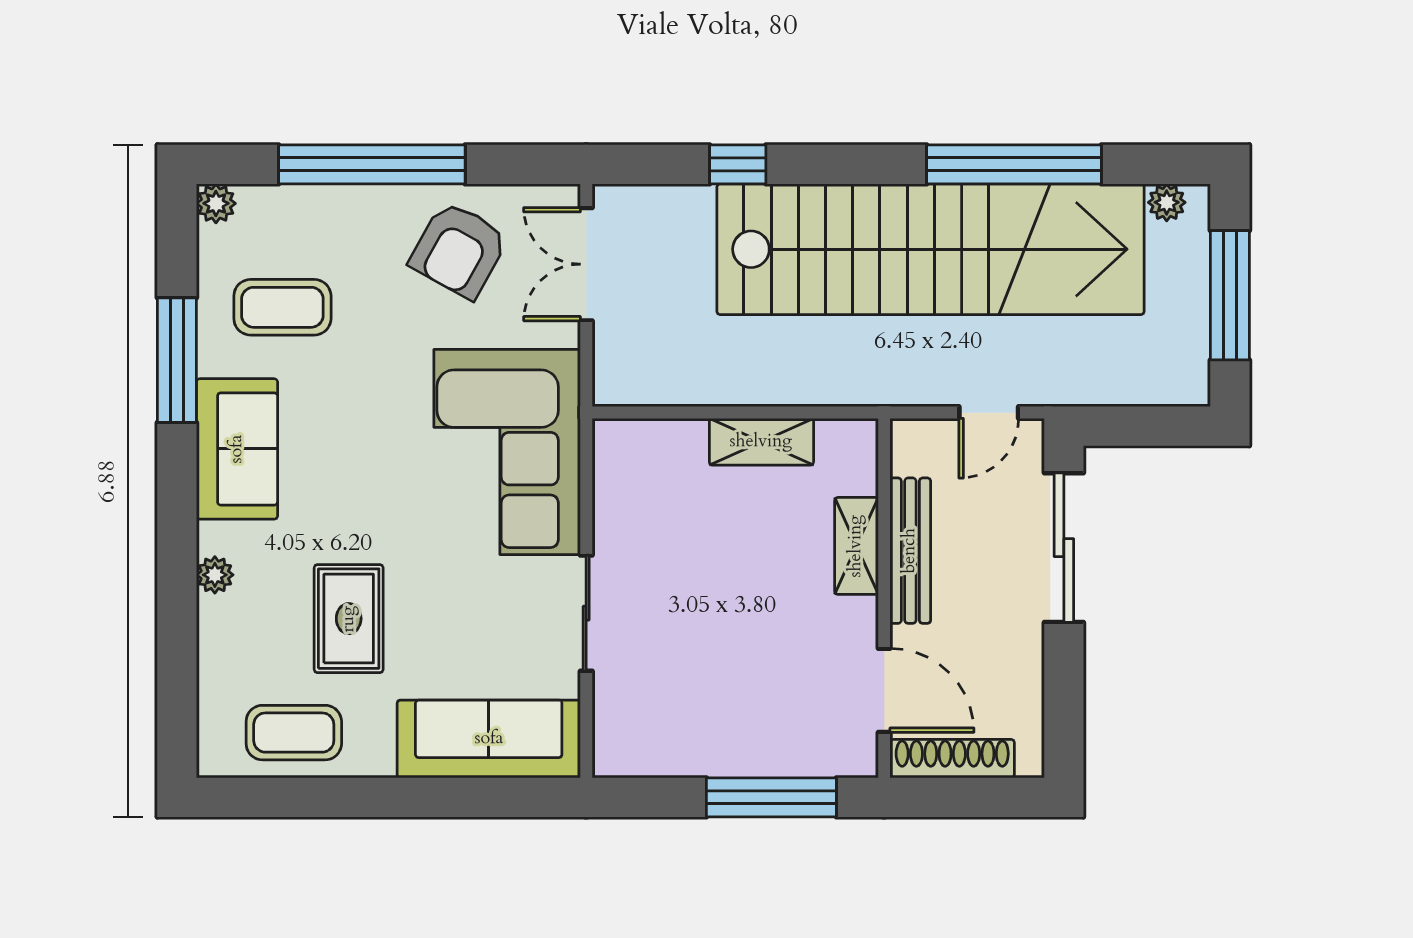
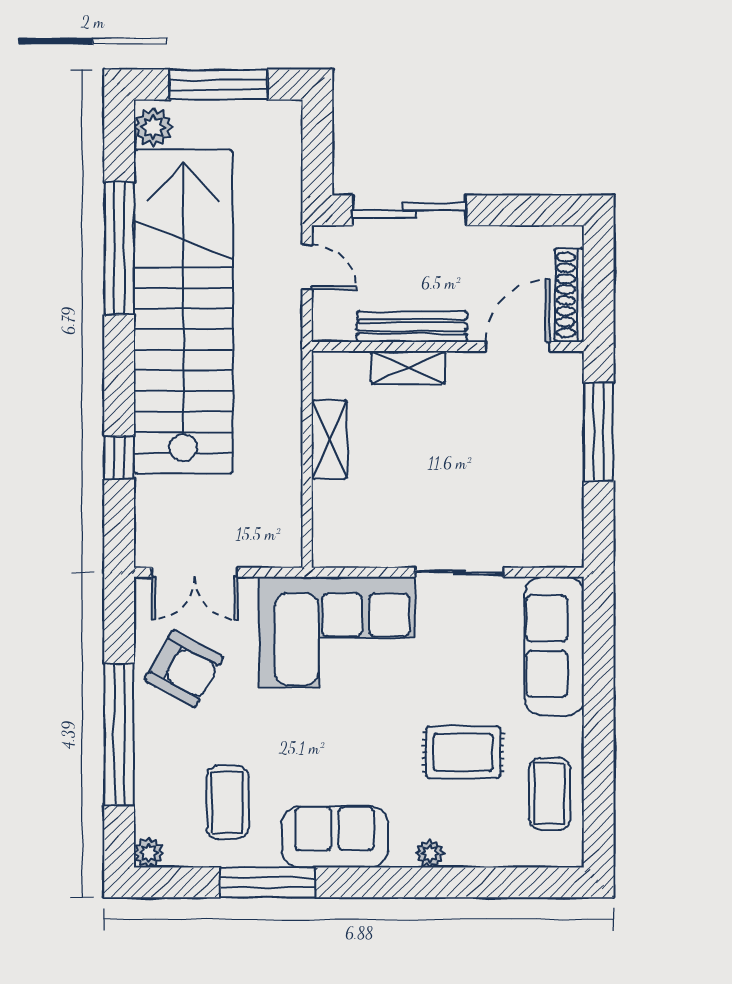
plant: (1167, 202) -> (153, 127), width x1.38, depth x1.38

